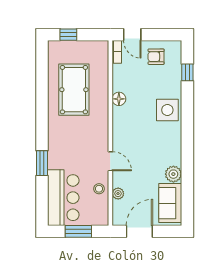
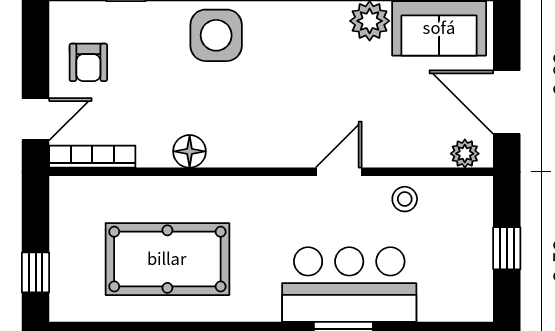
bookcase: (117, 52) -> (92, 157), width x1.56
plant: (118, 194) -> (465, 154), moved
bar counter: (63, 198) -> (349, 285), moved
window: (78, 231) -> (507, 248), width x0.67

